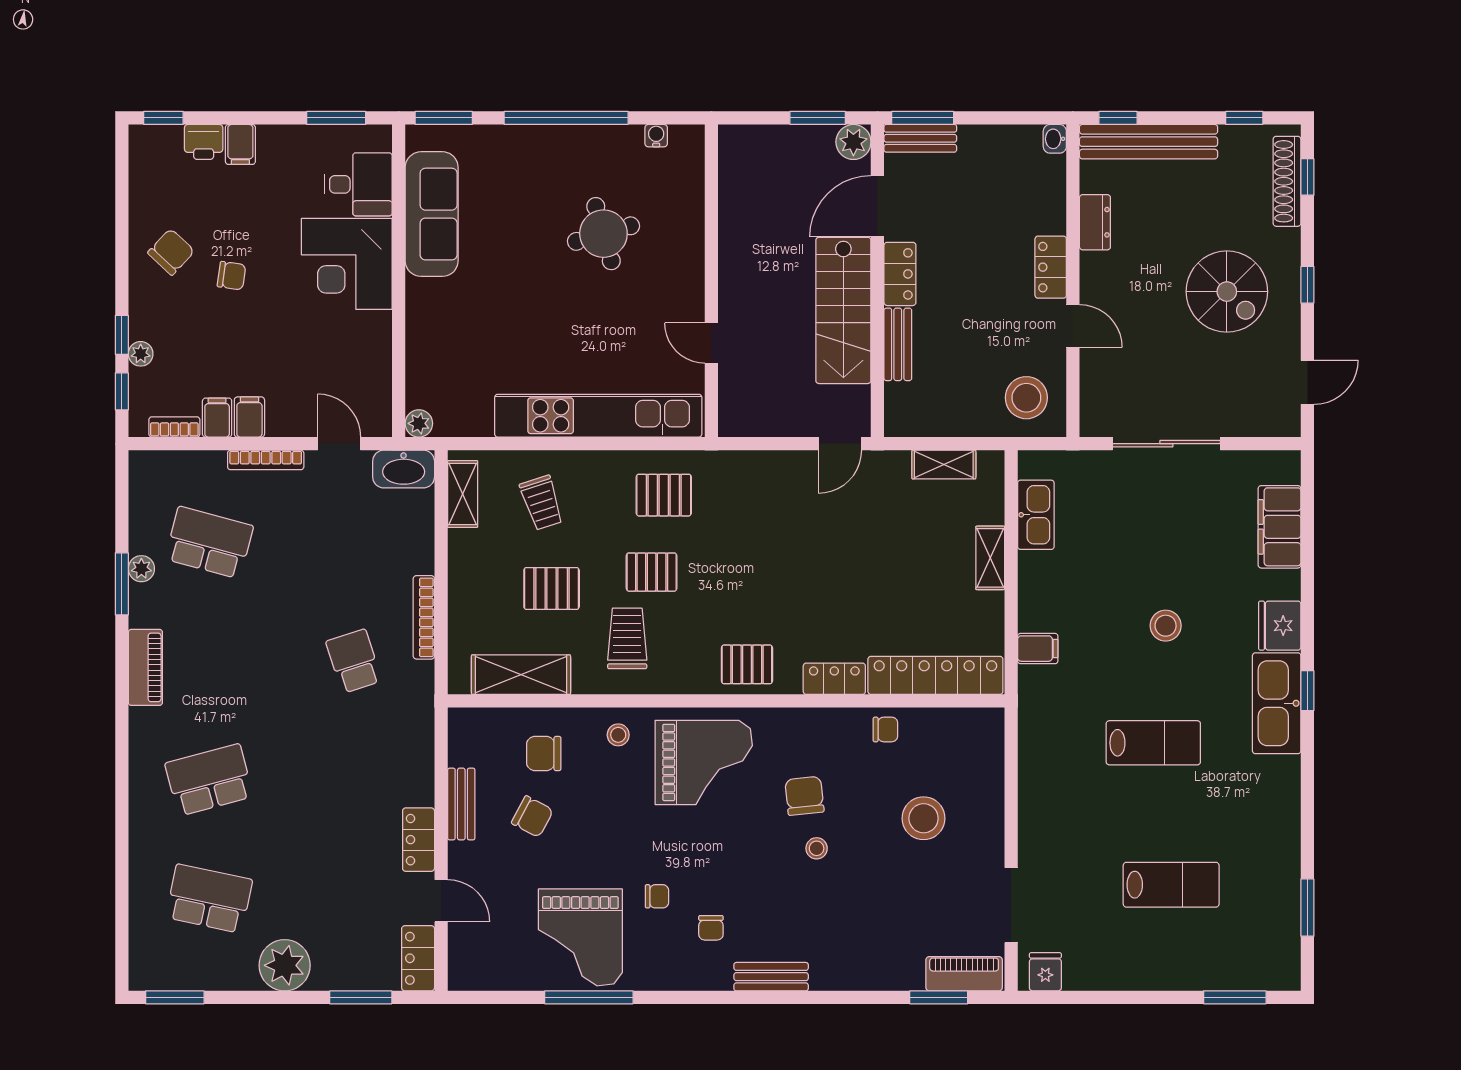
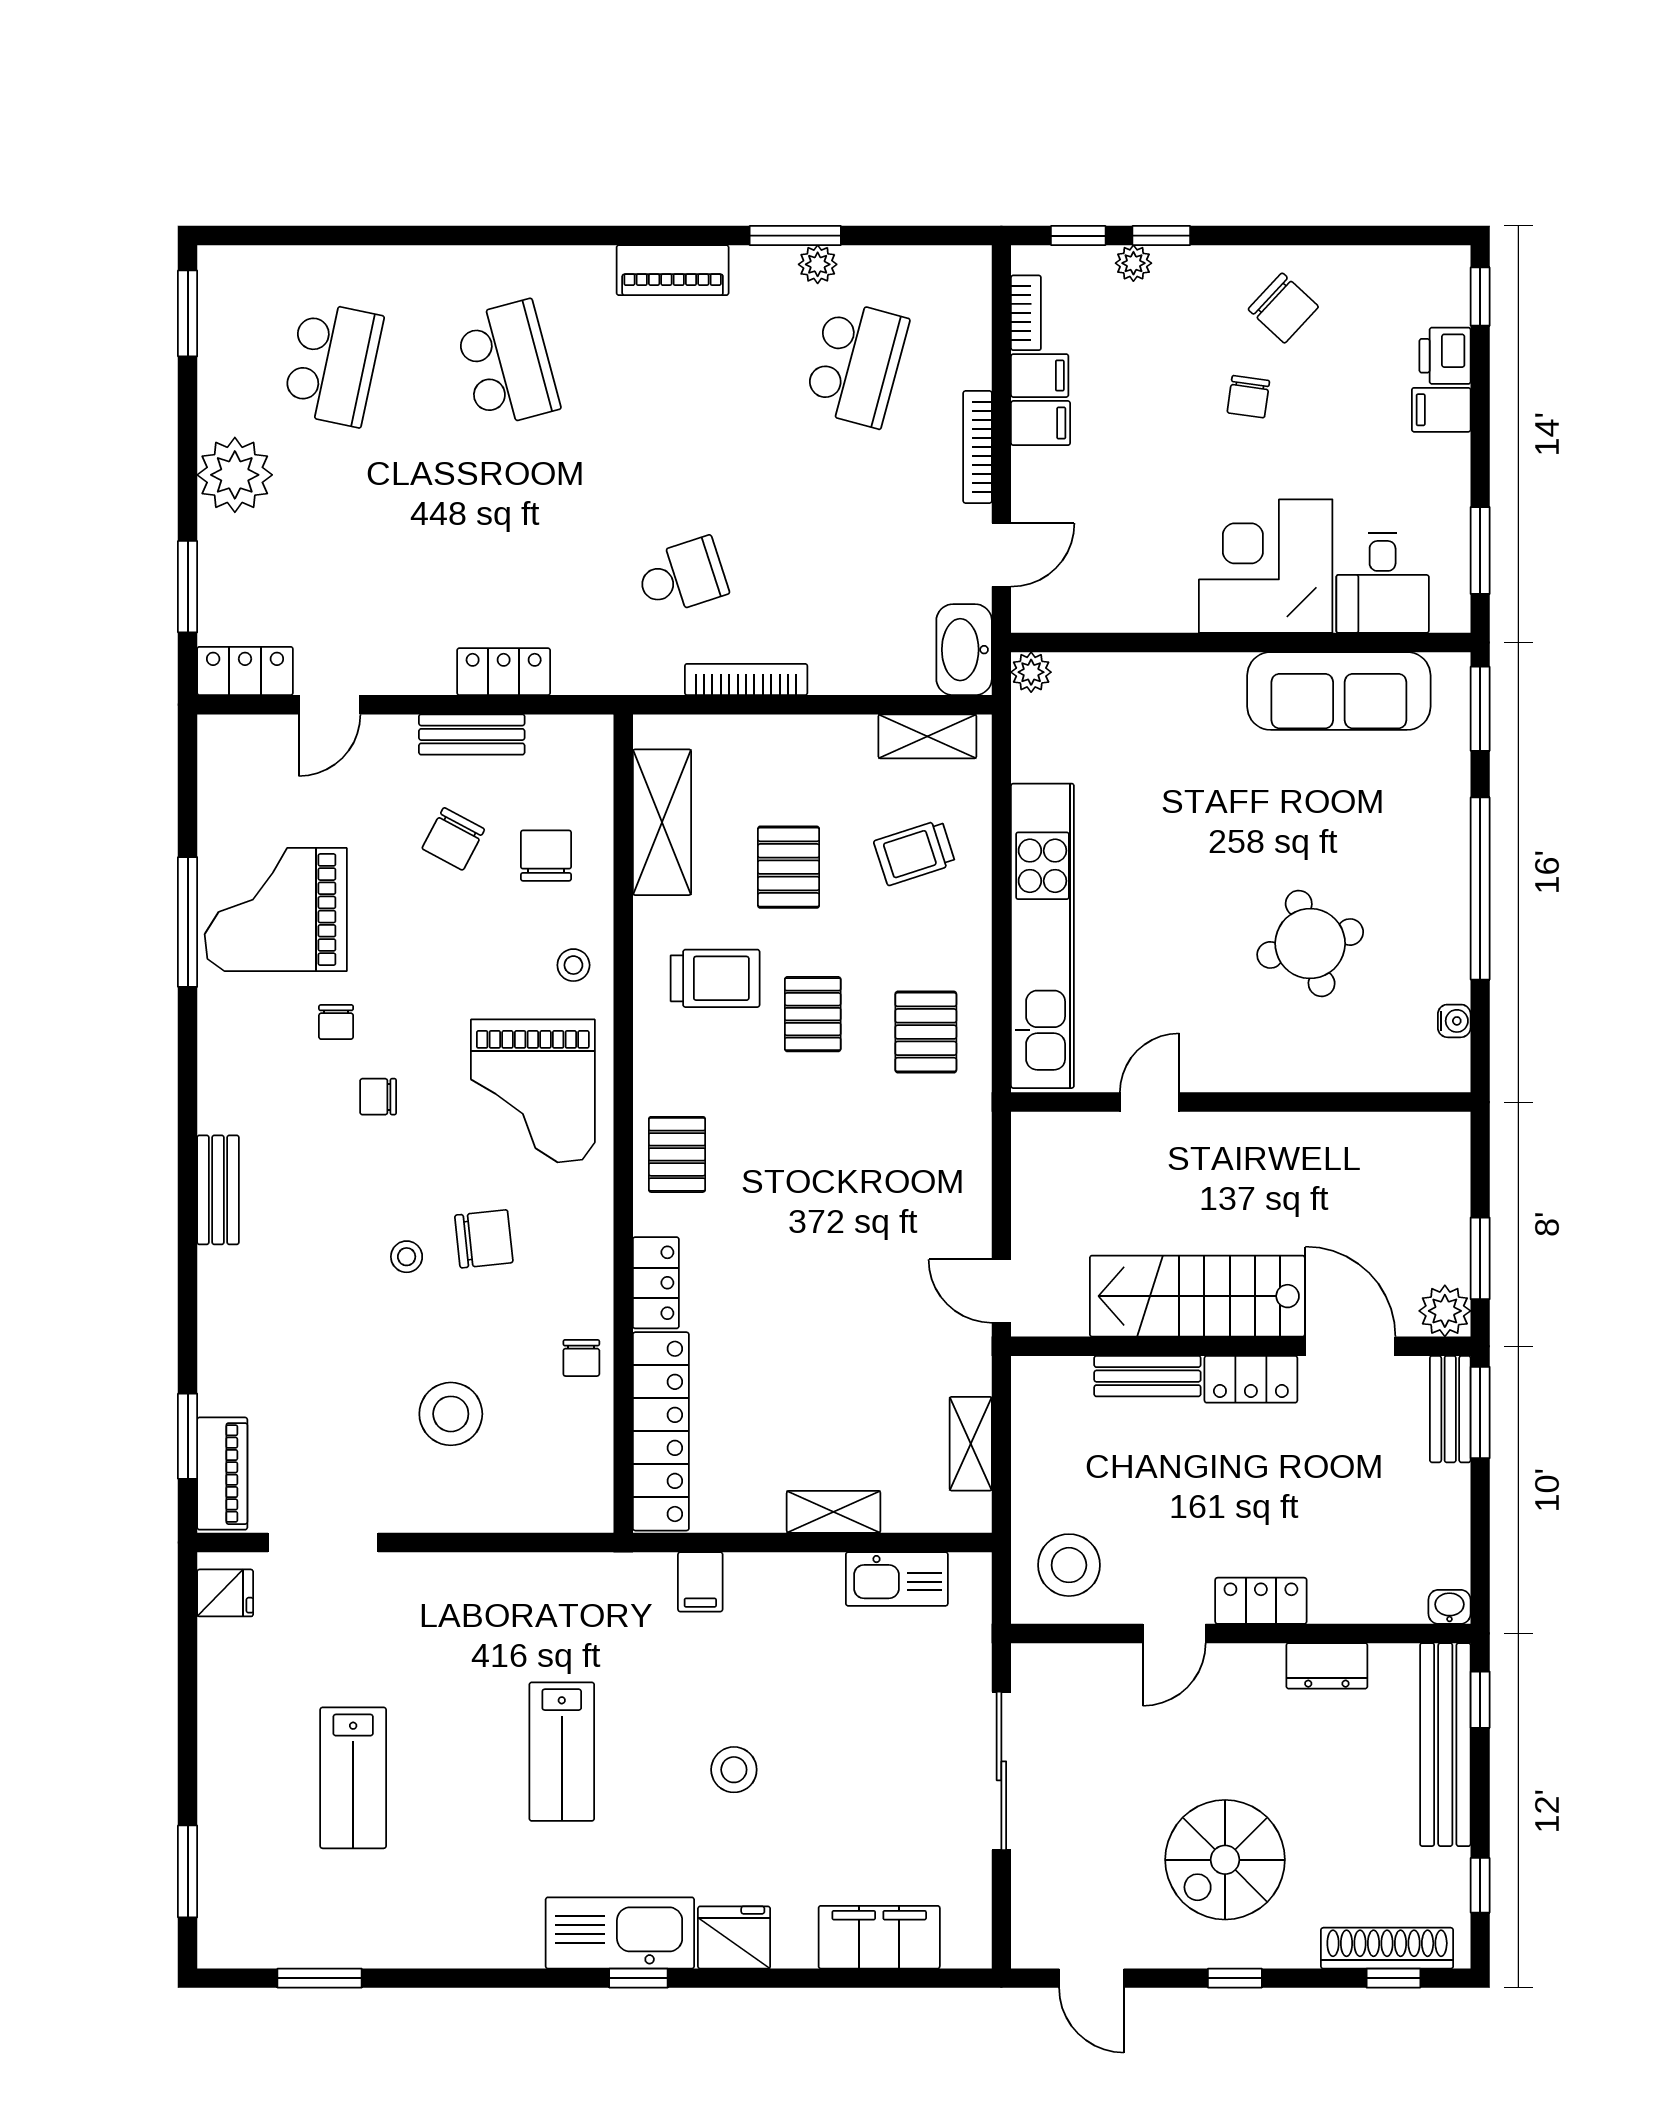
locker: (419, 840) -> (504, 672), moved
chair: (711, 928) -> (378, 1097), moved

